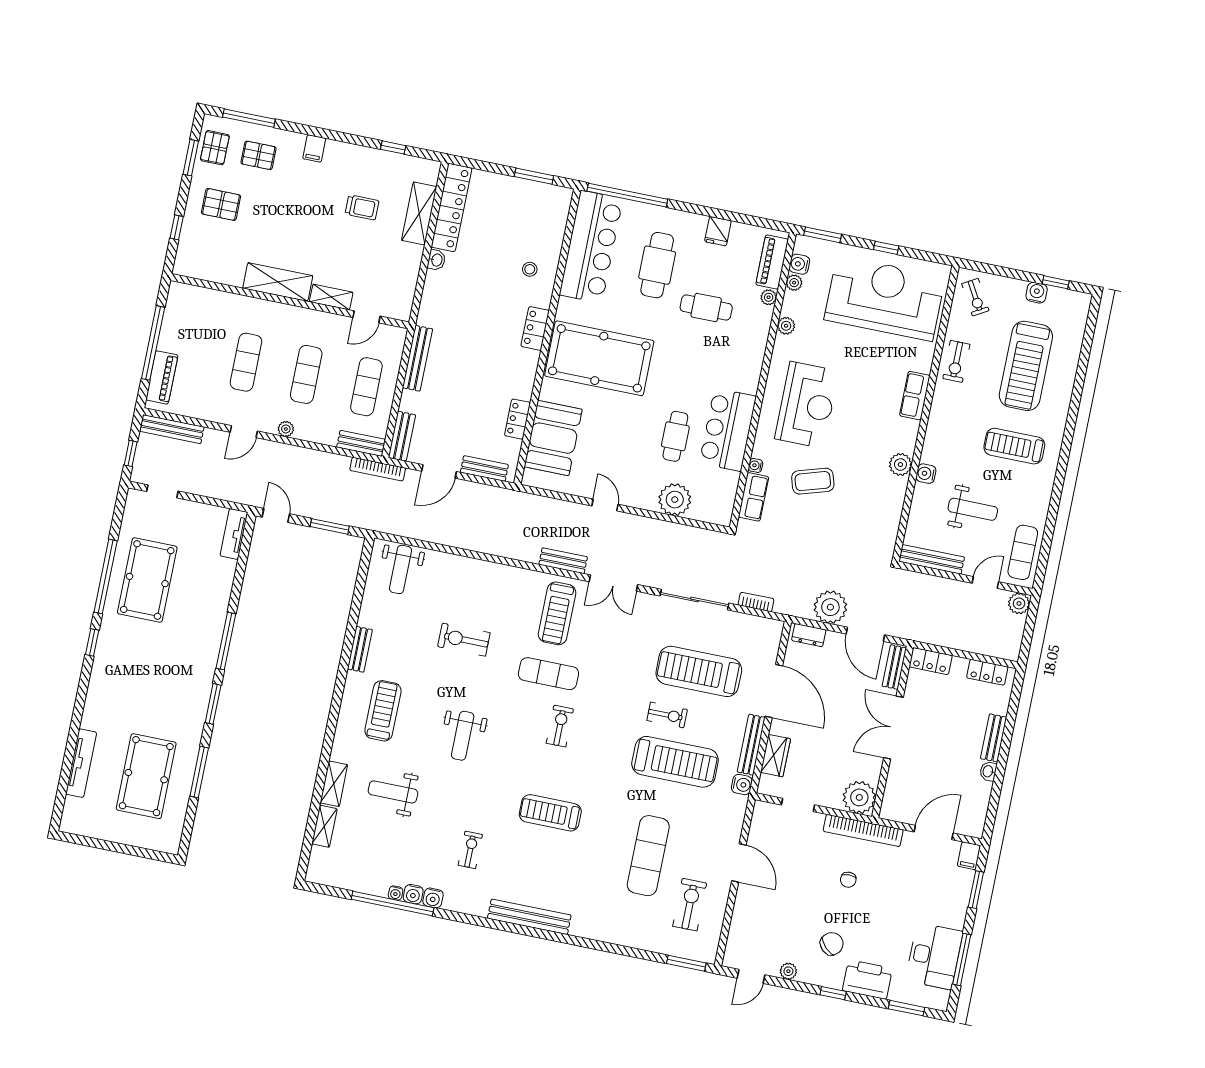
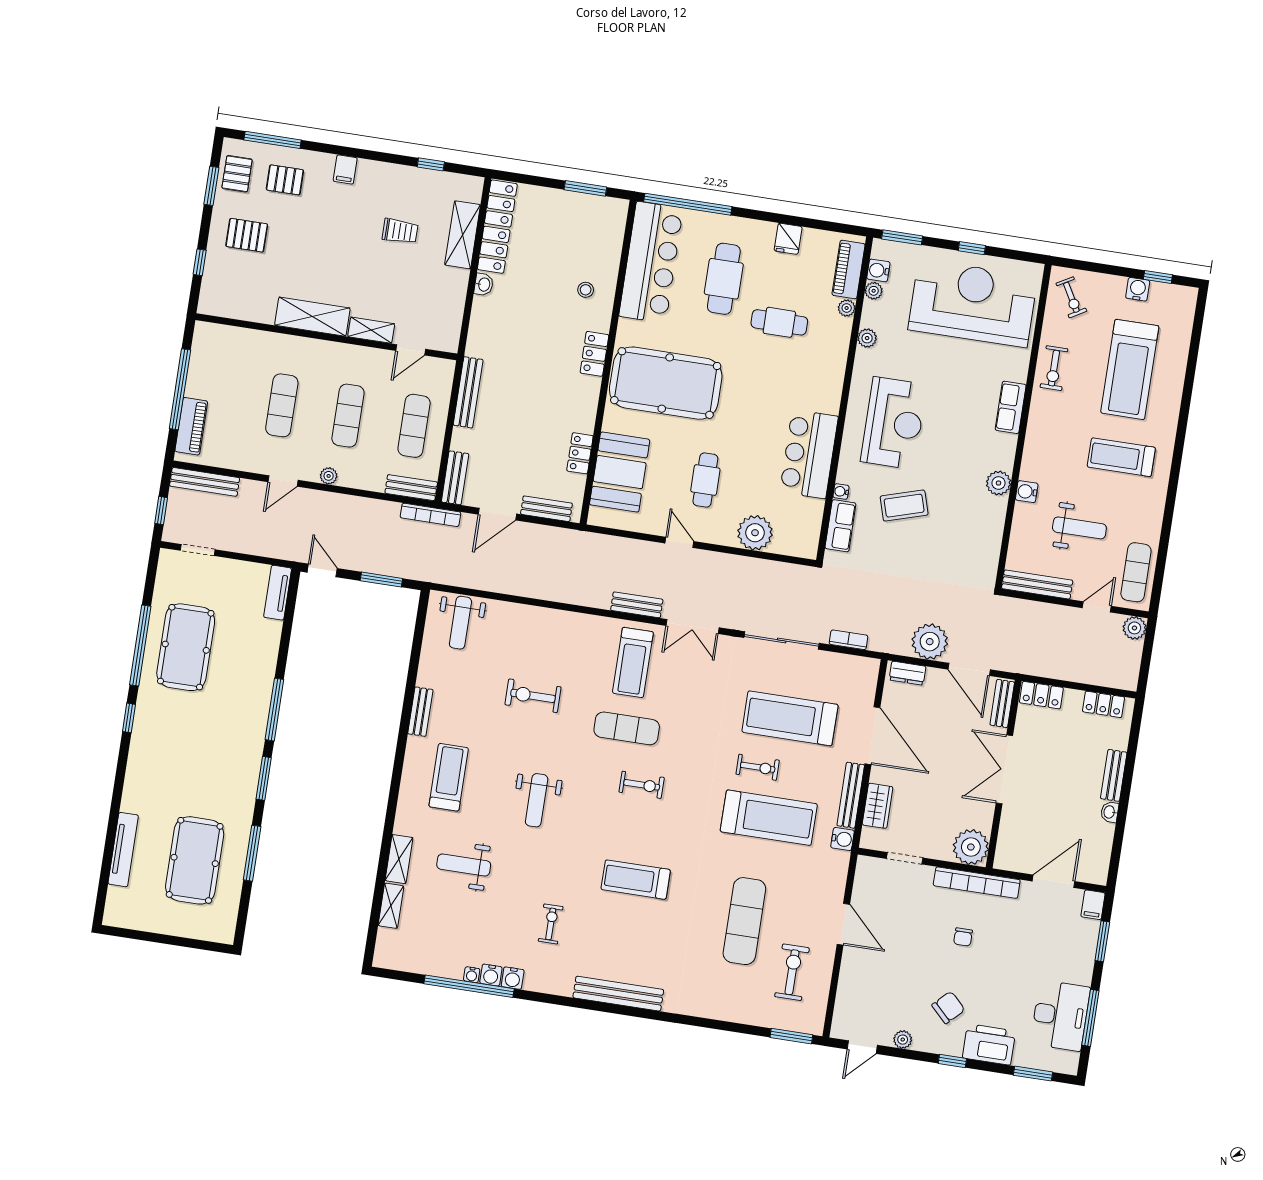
cafe table: (675, 436) -> (705, 480), moved
exercise bike: (560, 726) -> (642, 785), turned 90

